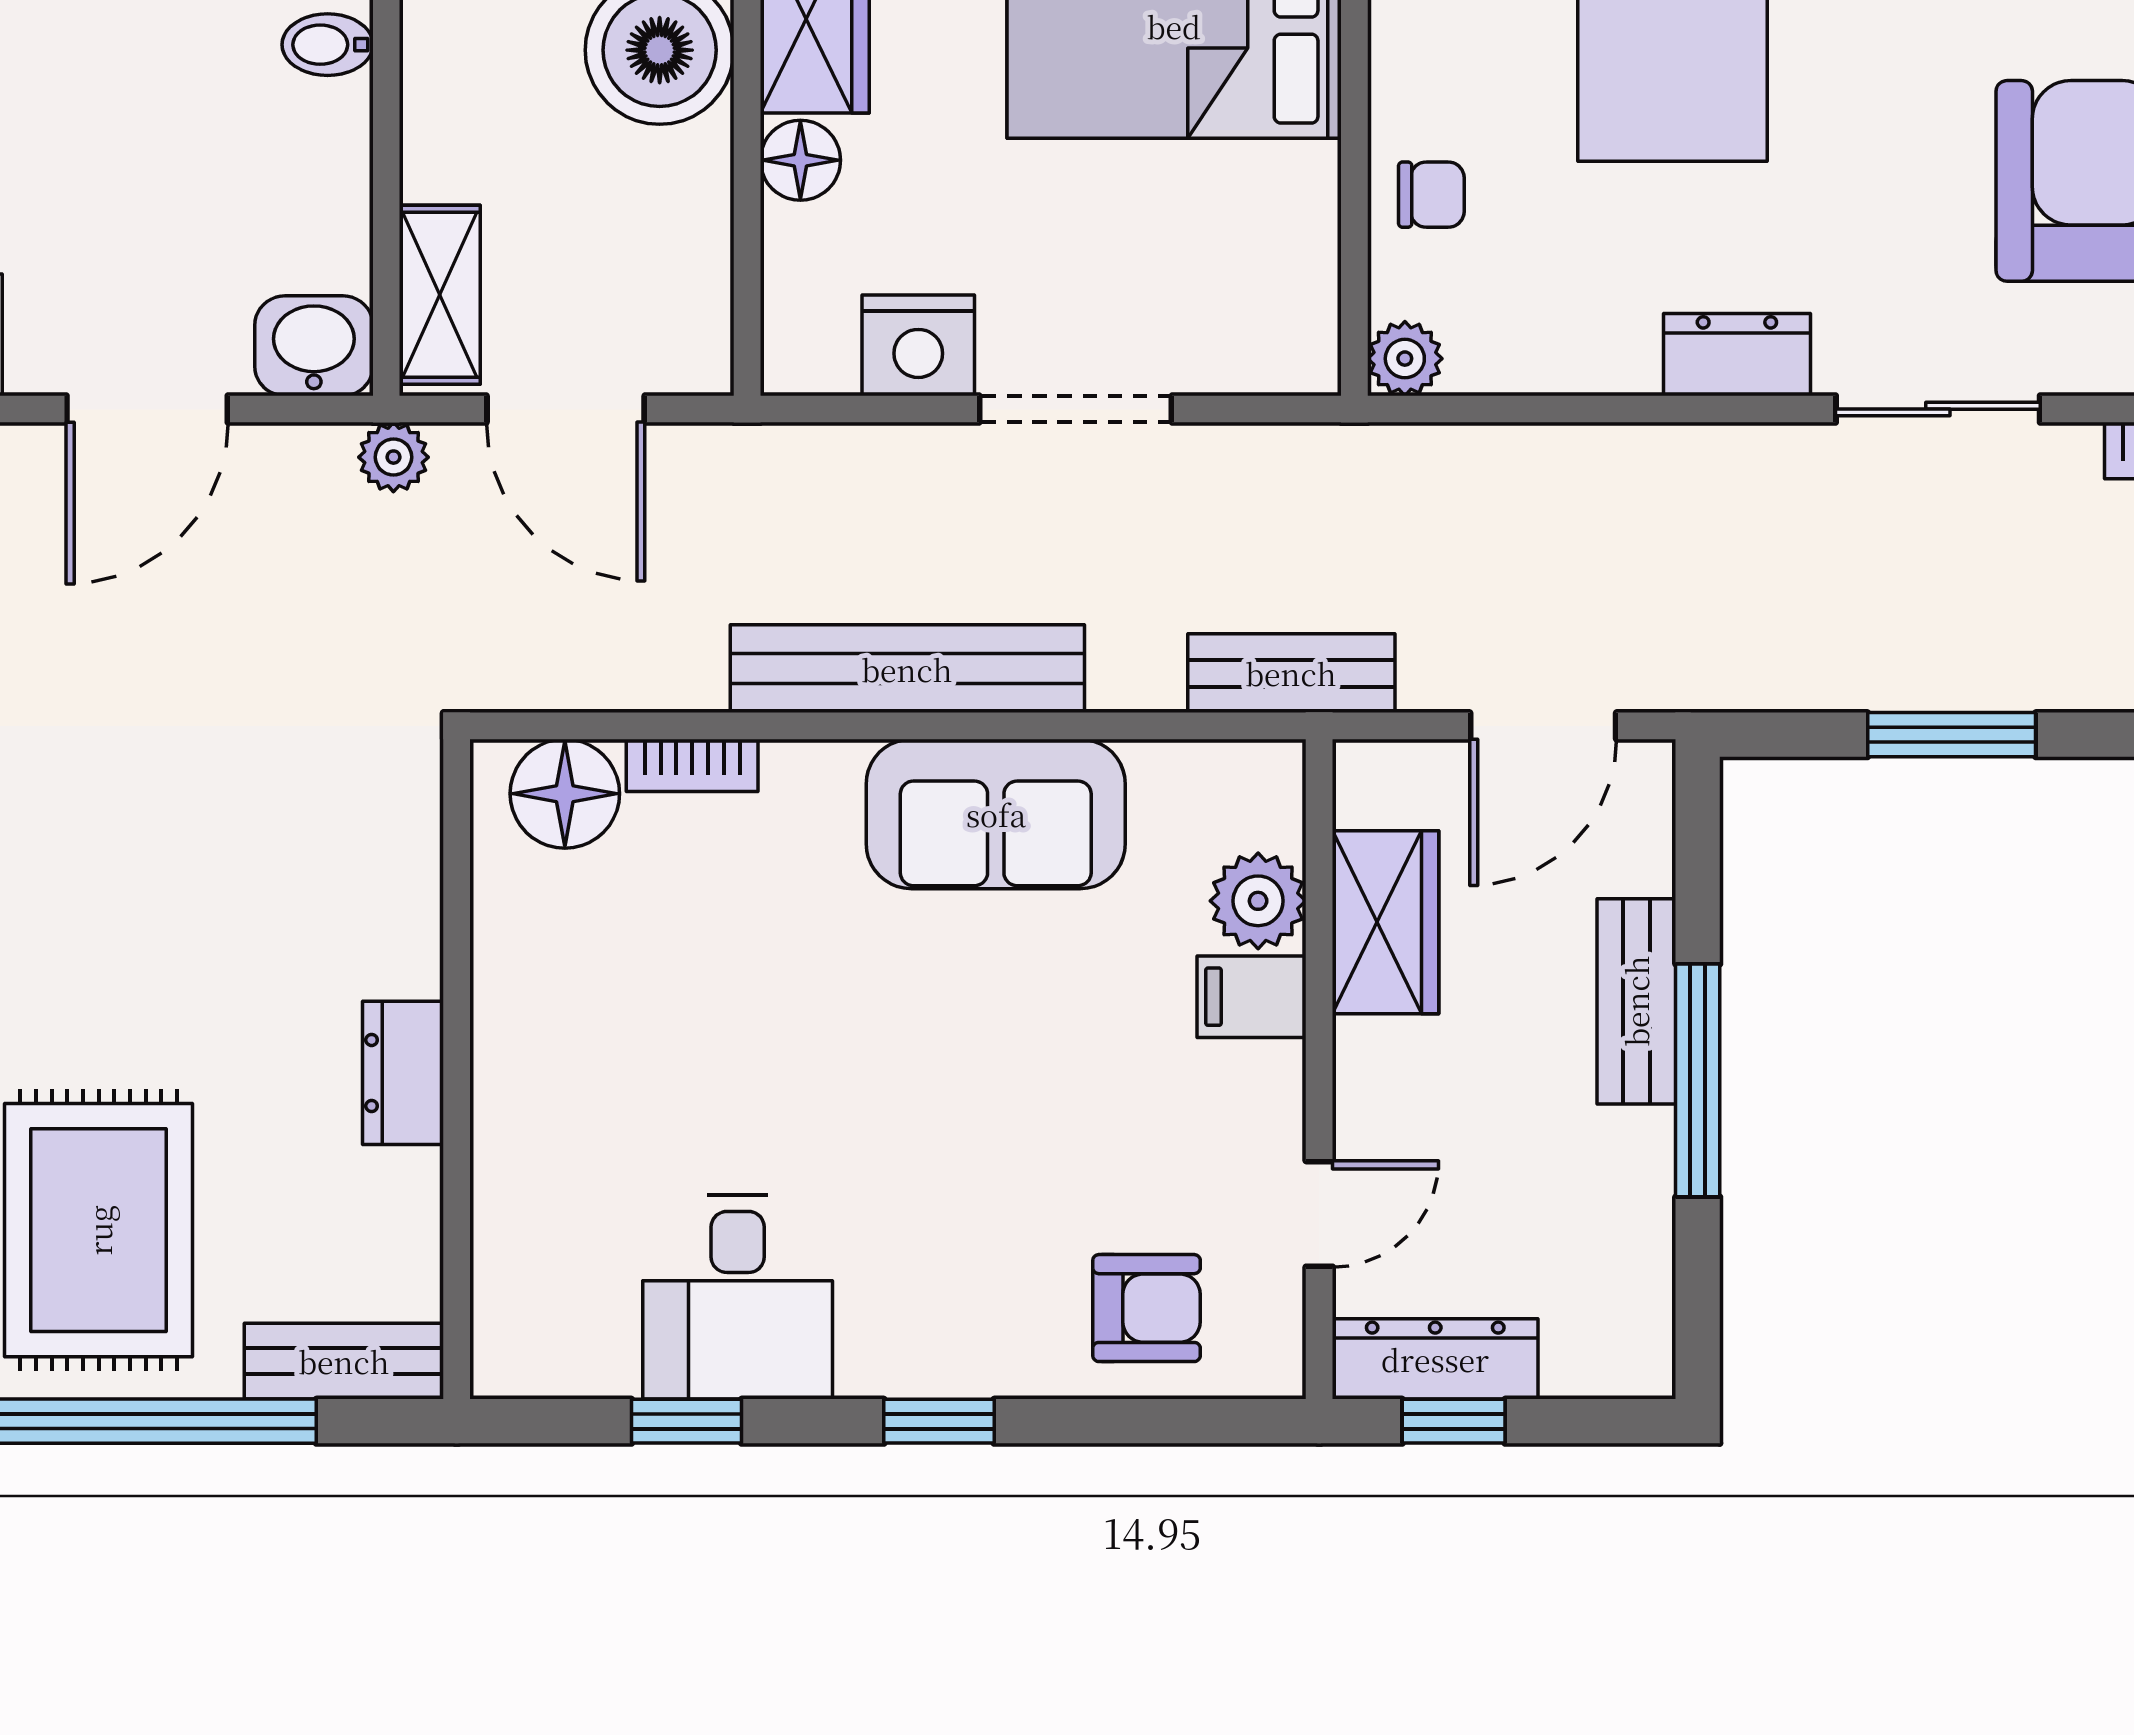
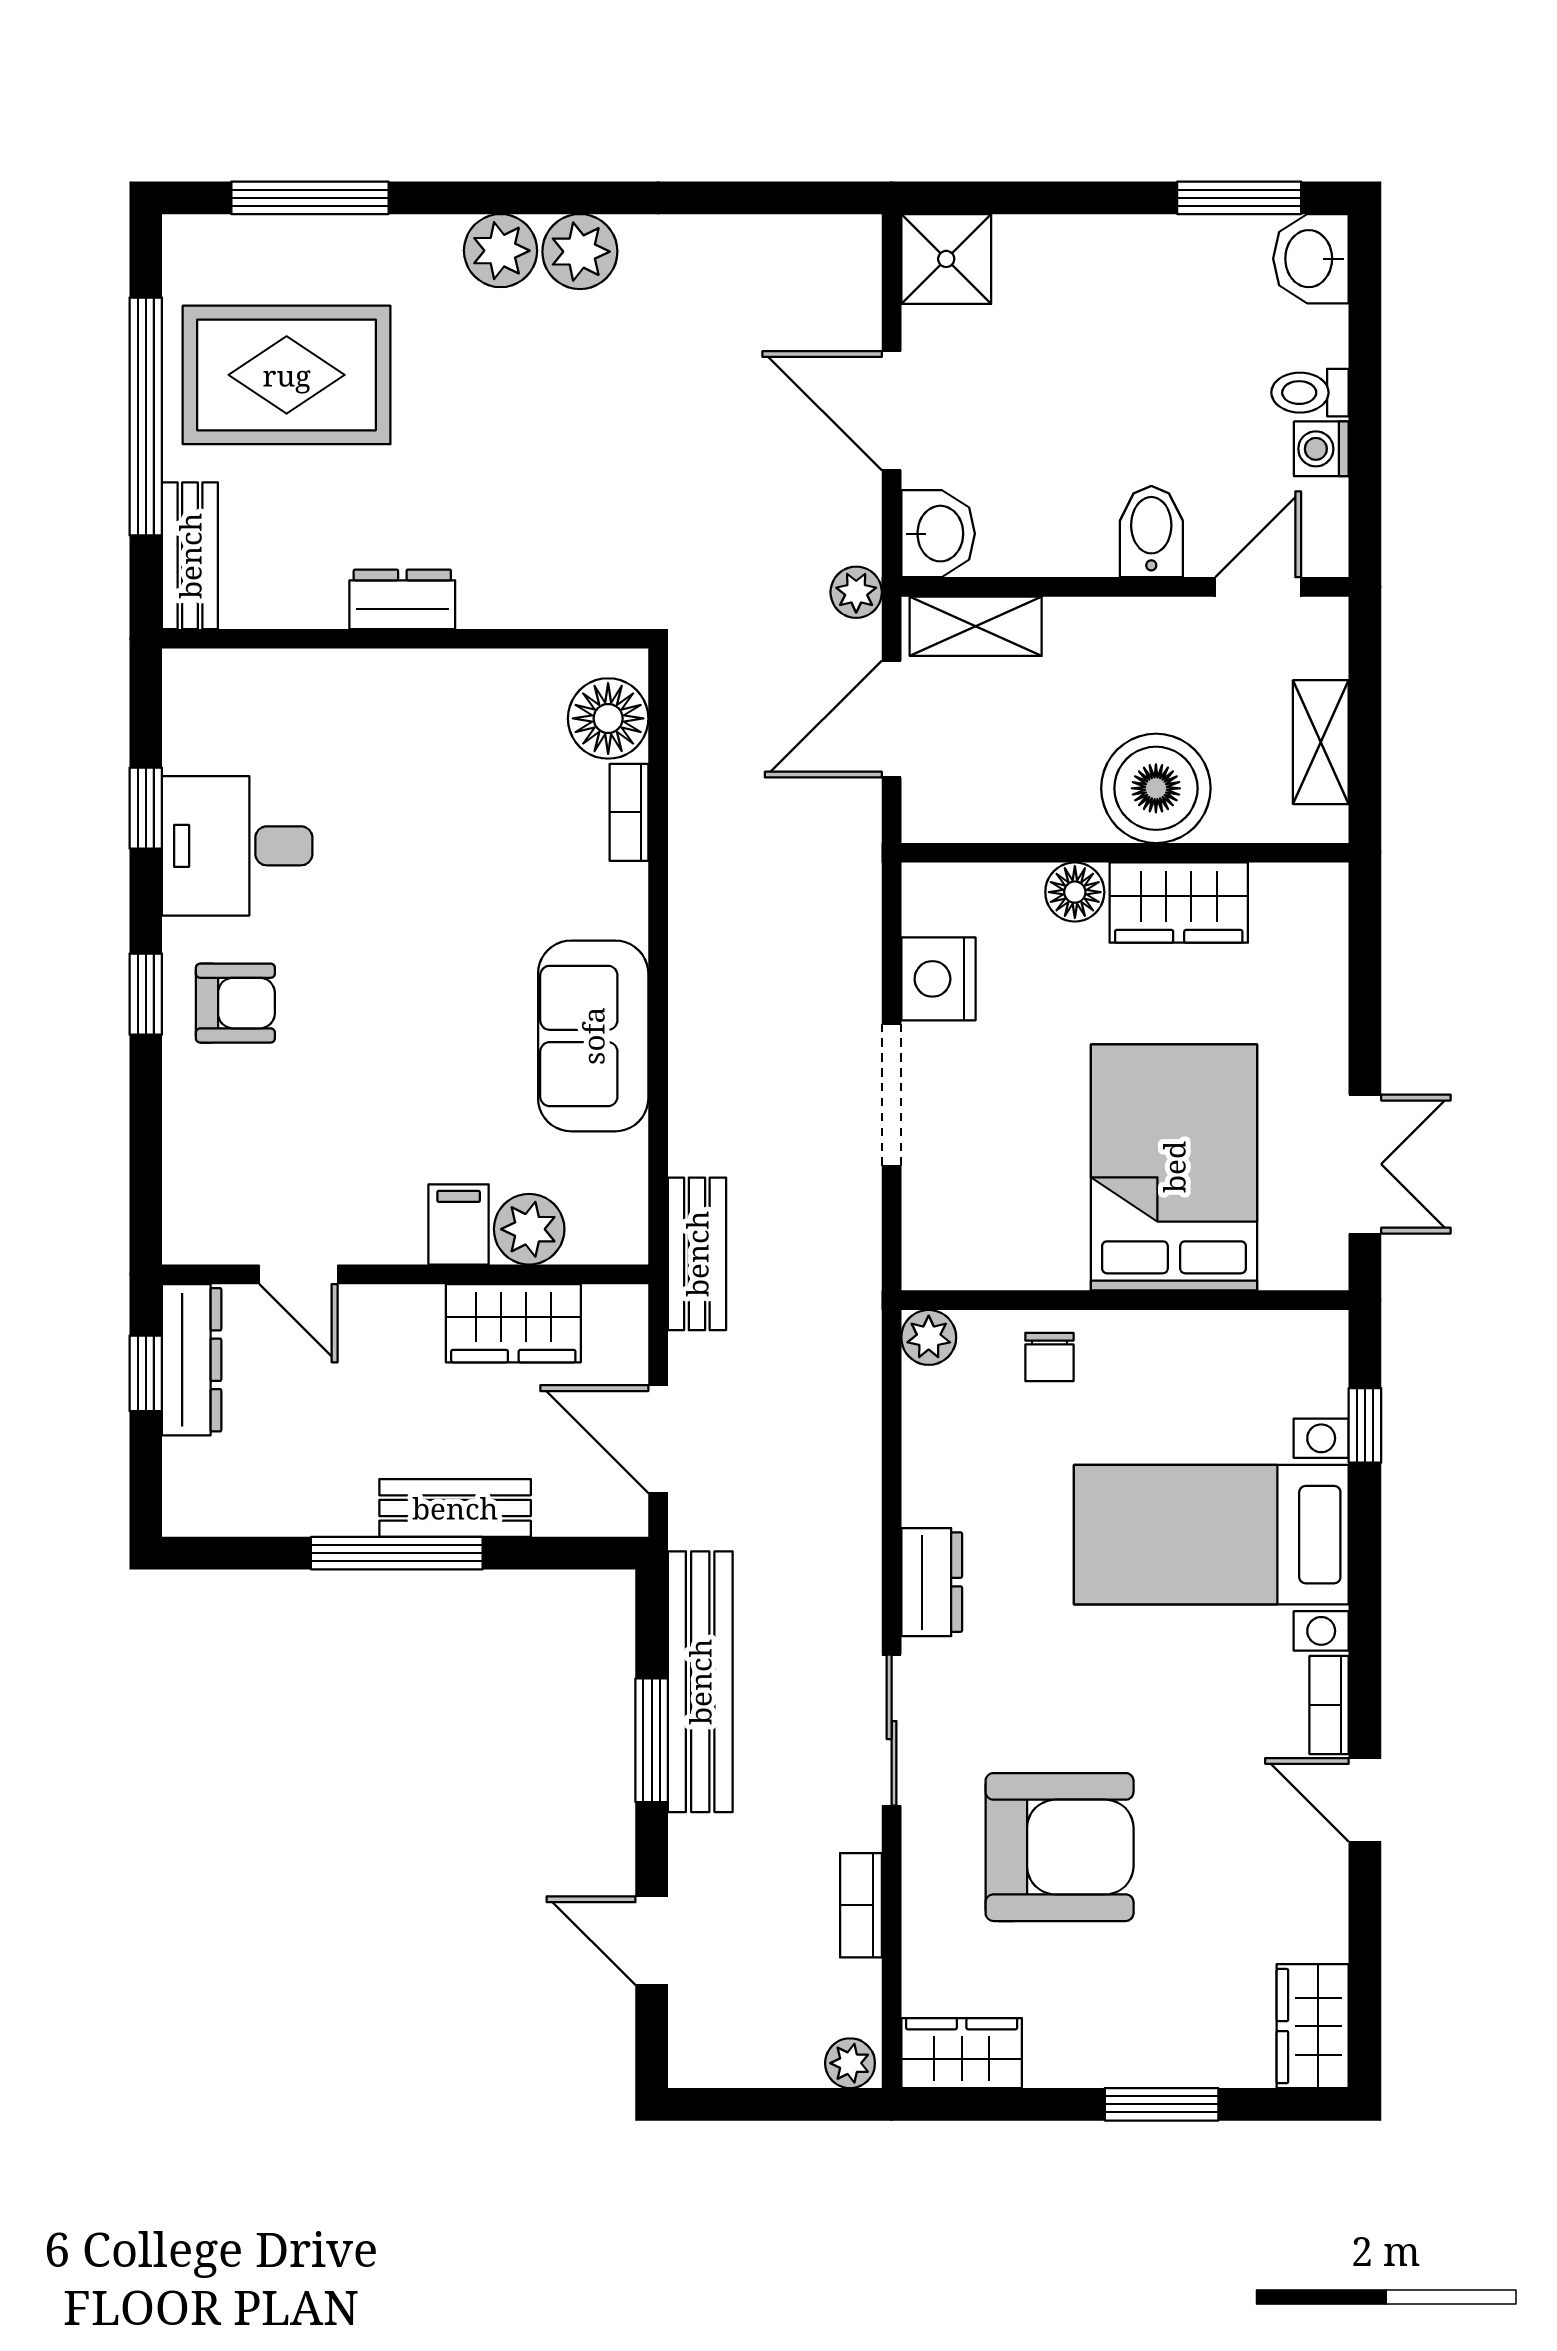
bidet: (328, 45) -> (1151, 532), width x1.38, depth x1.36
bench: (907, 669) -> (700, 1682), moved
armchair: (1147, 1308) -> (235, 1003), moved, turned -90

